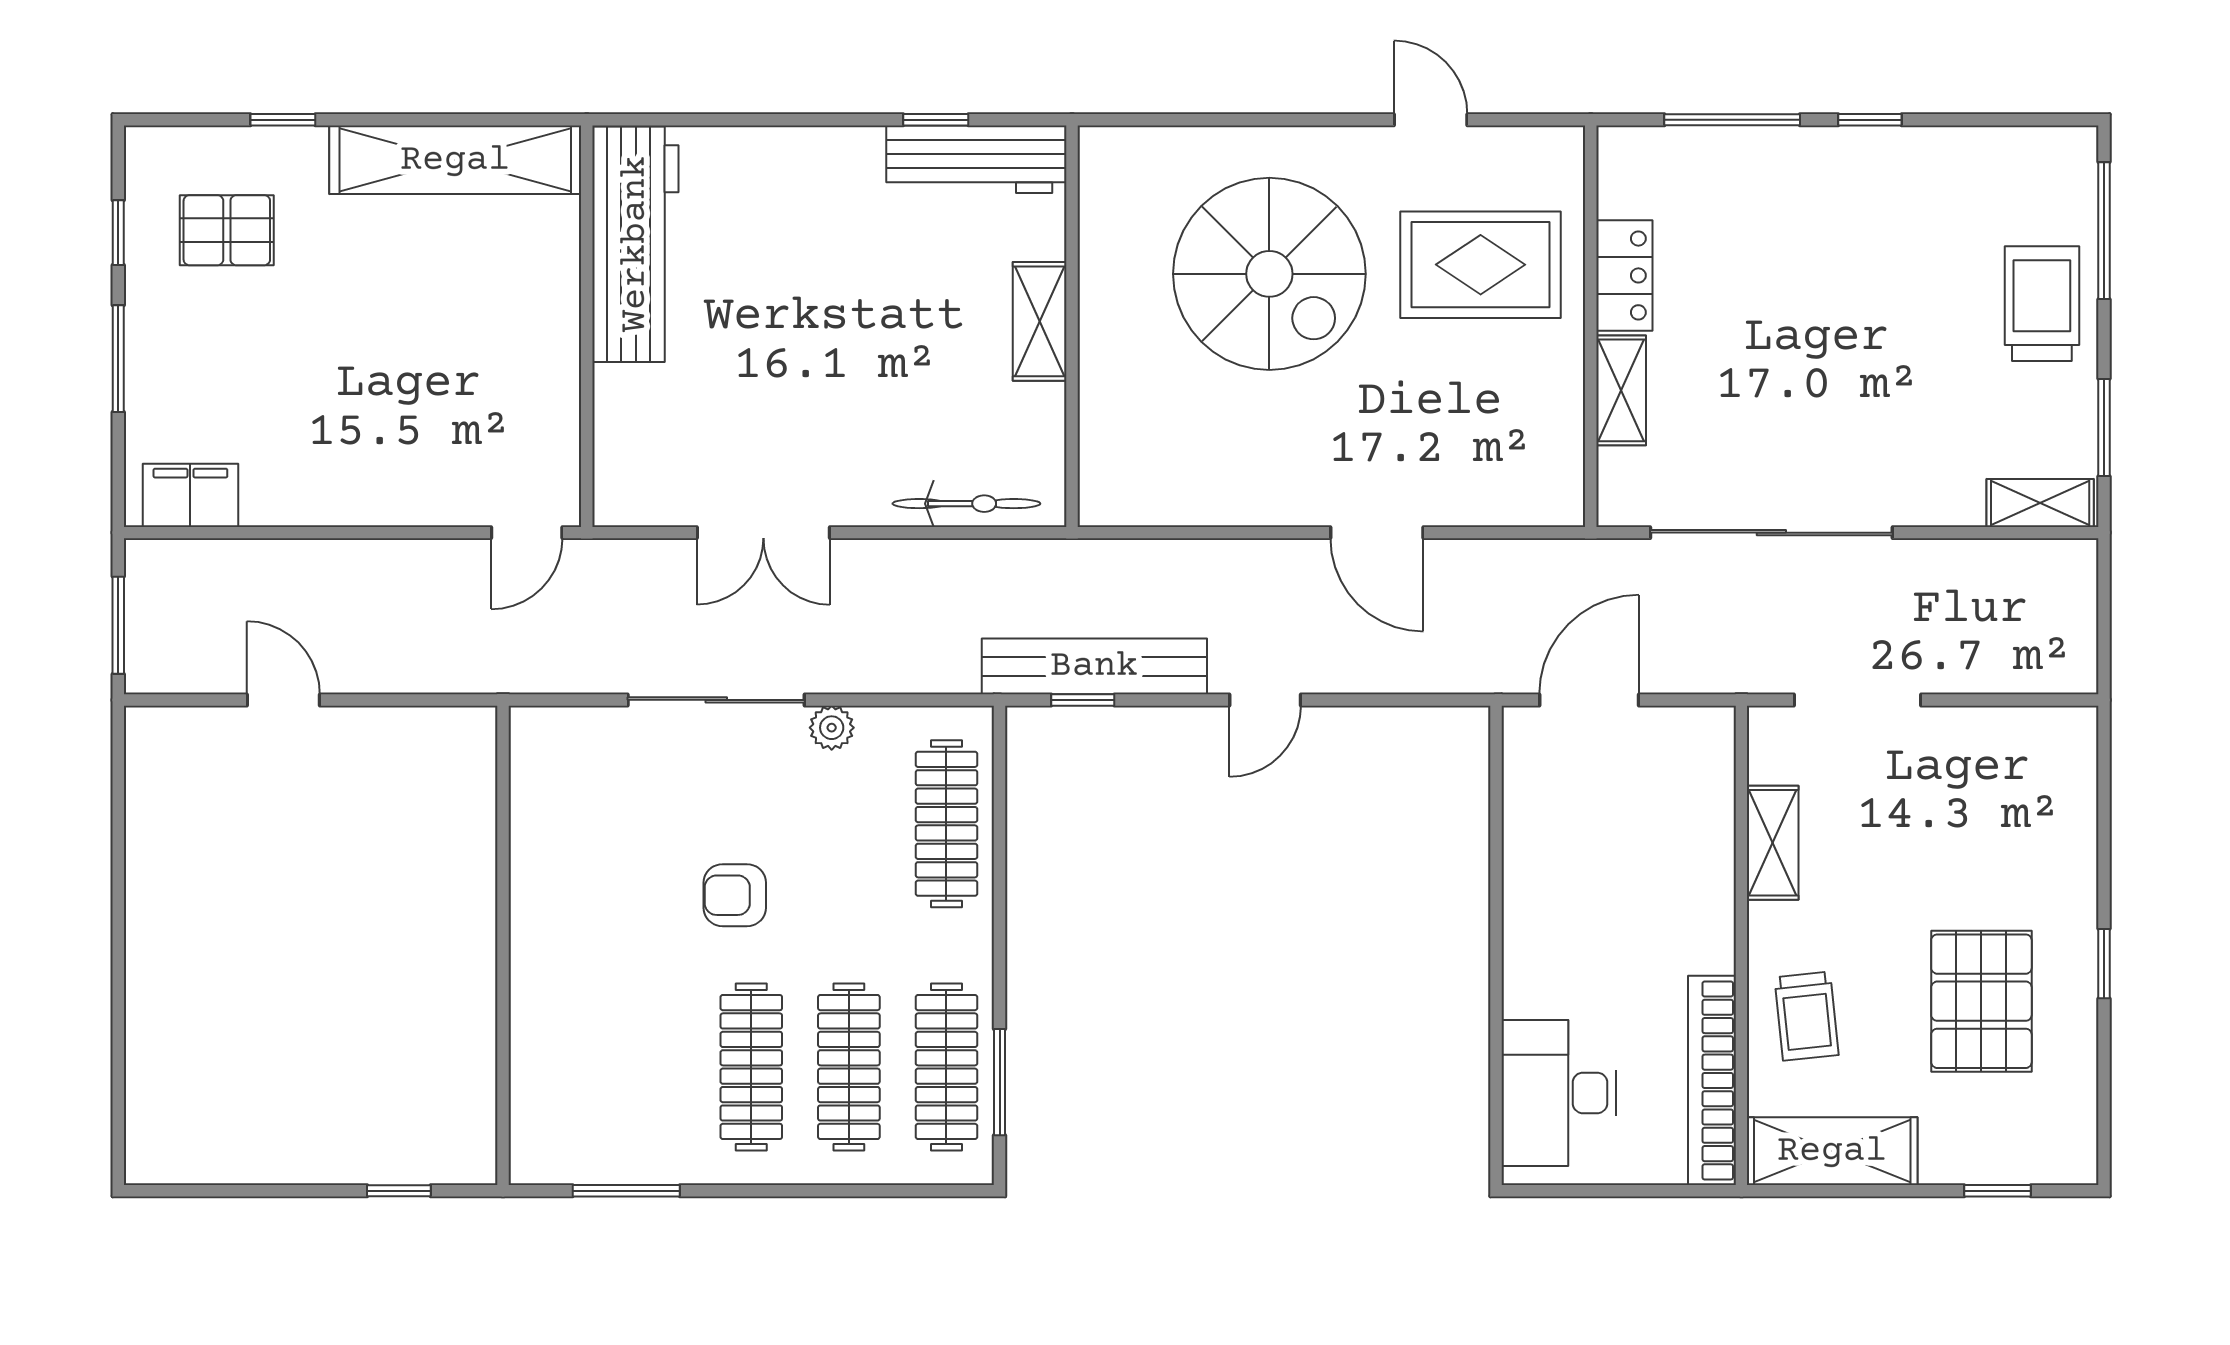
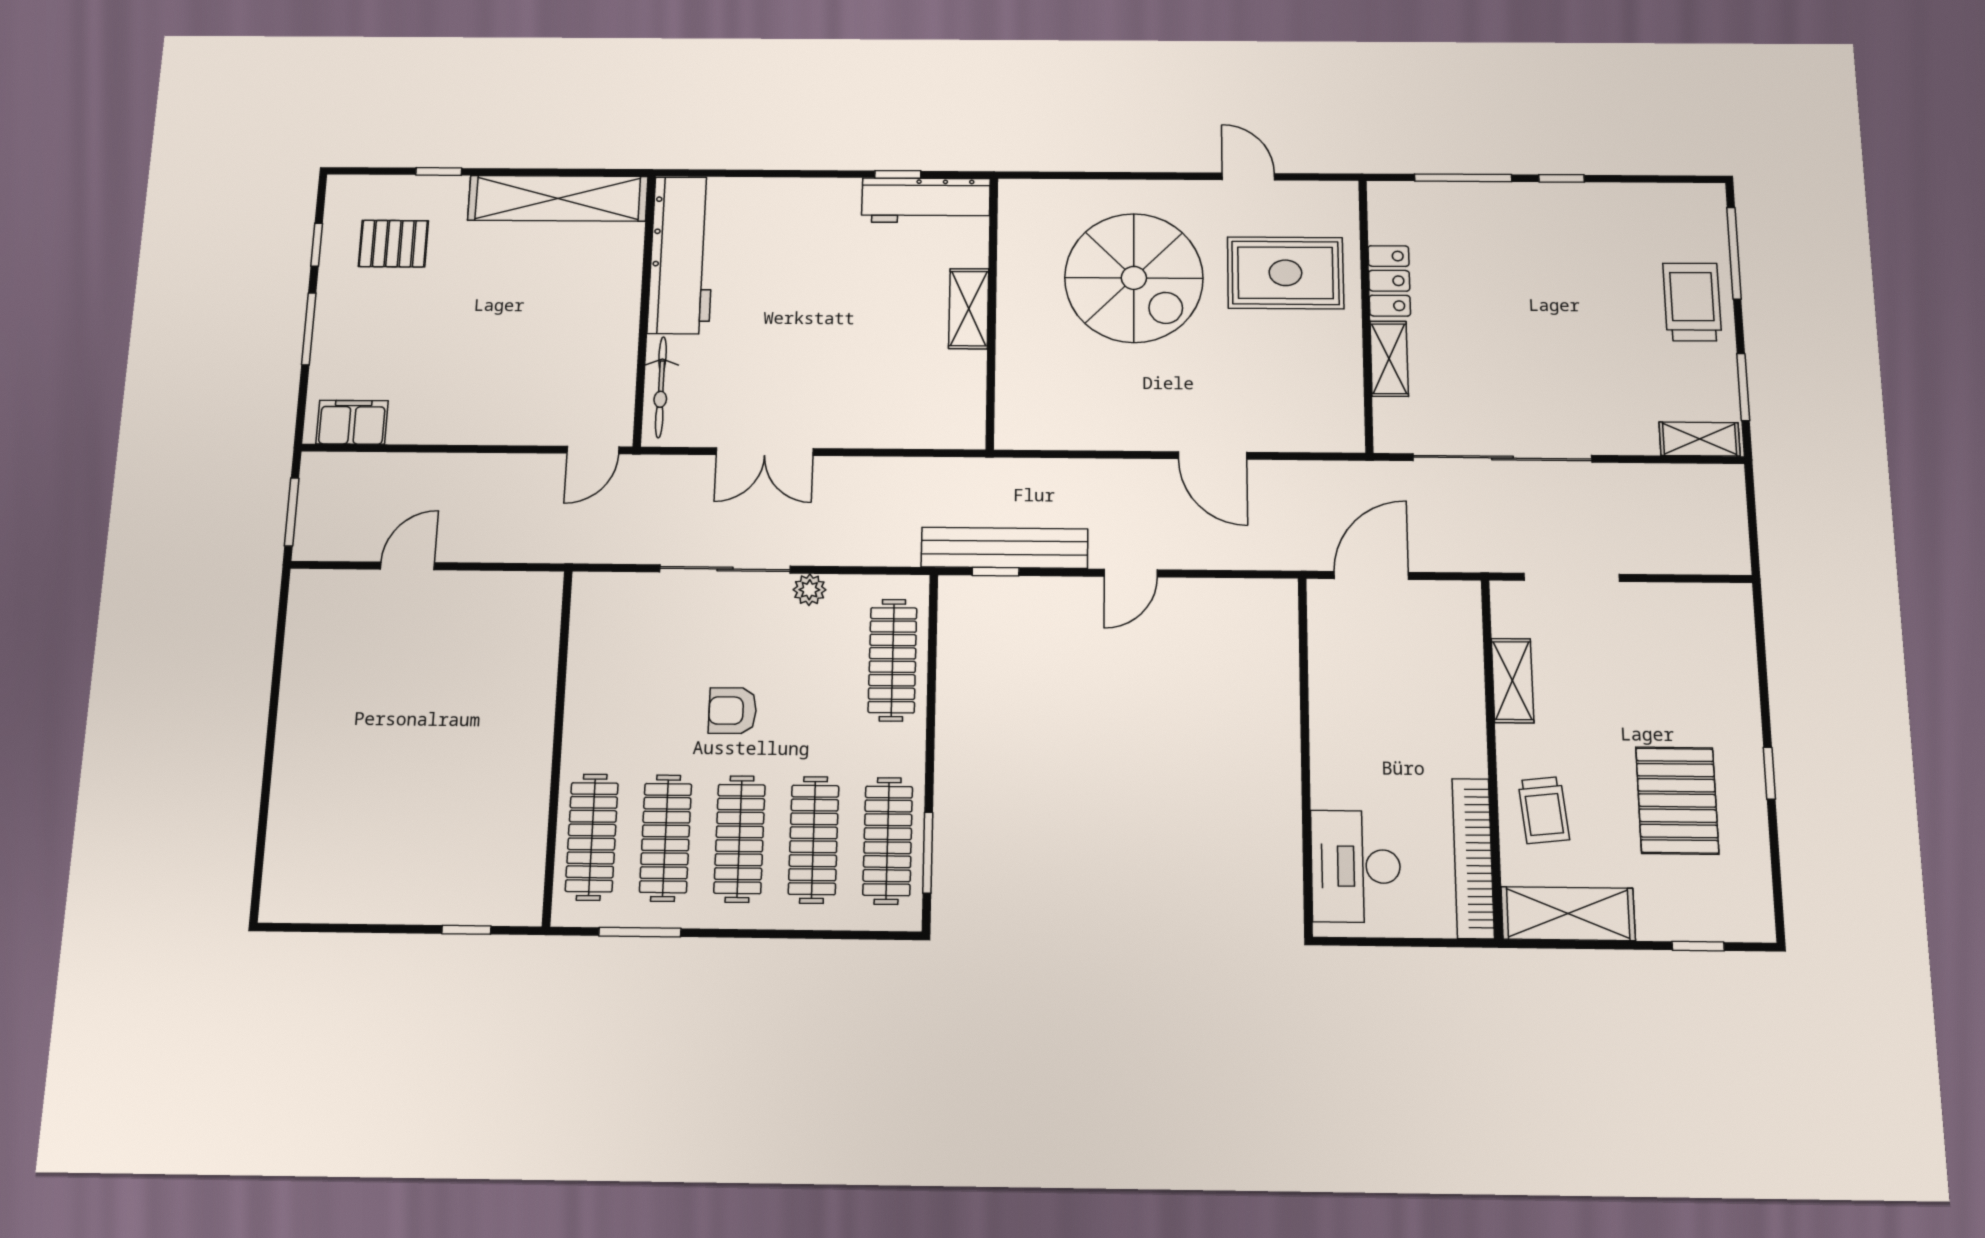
bicycle: (966, 504) -> (661, 387), moved, turned 90
door: (283, 700) -> (408, 566), hinge flipped
clothes rail: (556, 1067) -> (592, 837), added
clothes rail: (654, 1067) -> (666, 838), added

